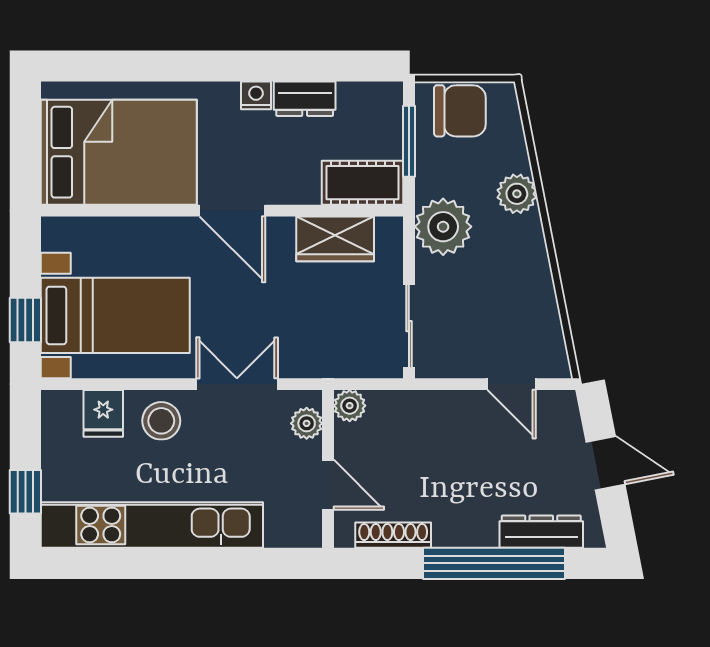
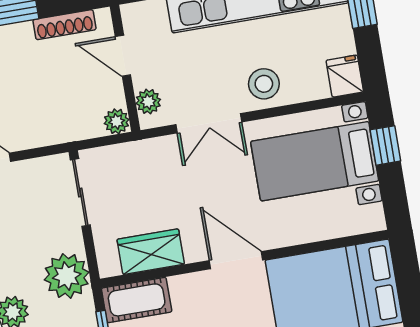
fridge: (103, 413) -> (345, 76), moved

